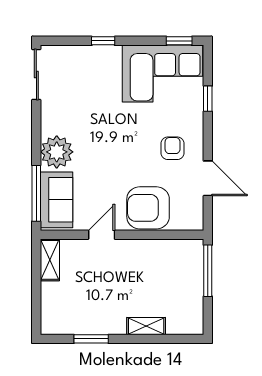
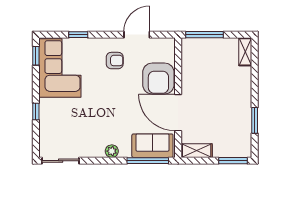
armchair: (173, 148) -> (115, 61), turned 180
plant: (57, 152) -> (112, 151), width x0.53, depth x0.53
door: (102, 235) -> (178, 113), width x1.88
window: (36, 310) -> (233, 161), added
shelving: (146, 326) -> (245, 52), moved

